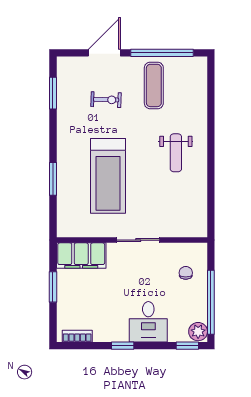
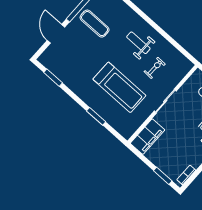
exercise bike: (106, 100) -> (155, 68), moved
weight bench: (176, 153) -> (138, 43), turned 180
window: (53, 287) -> (163, 176), moved

